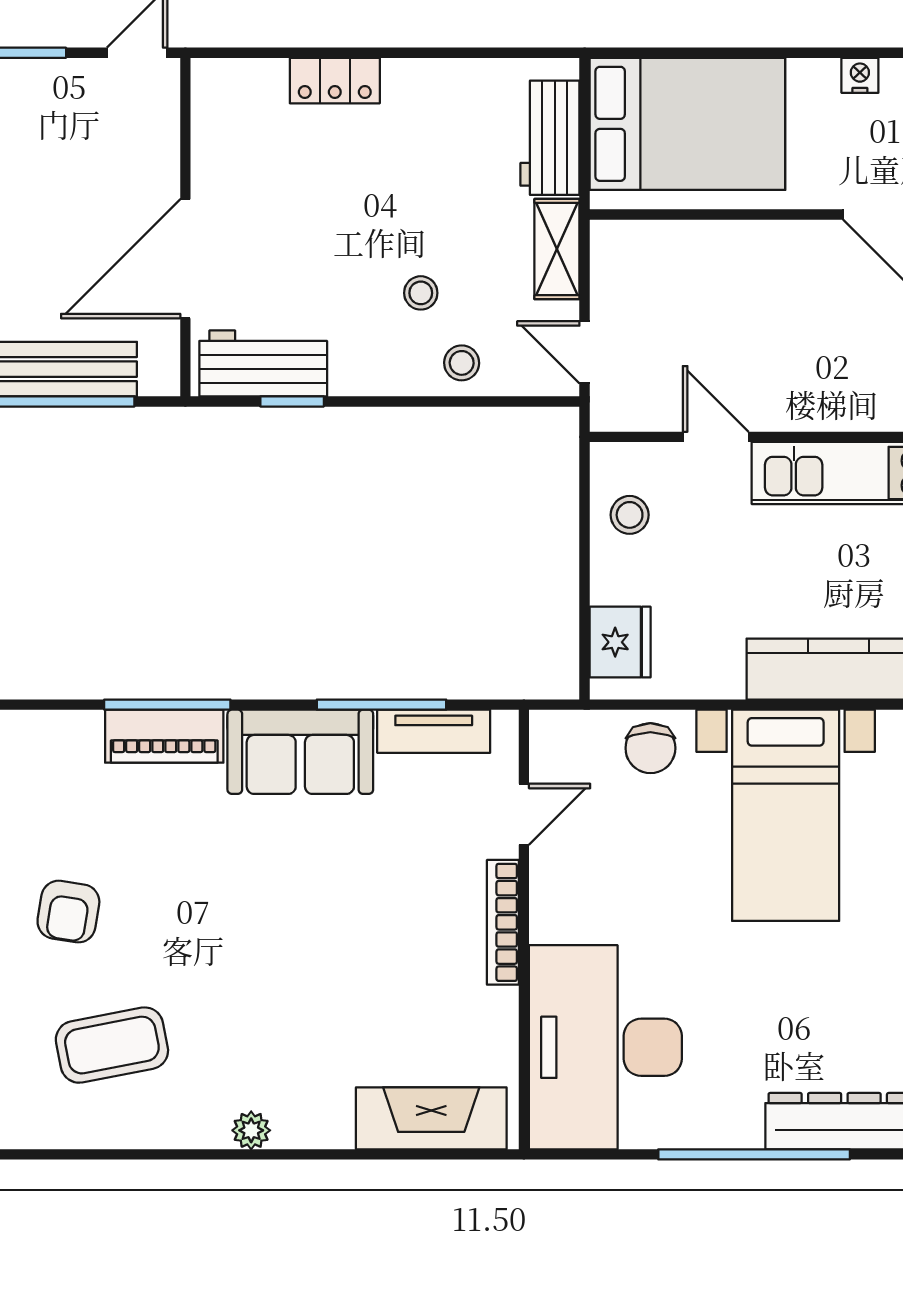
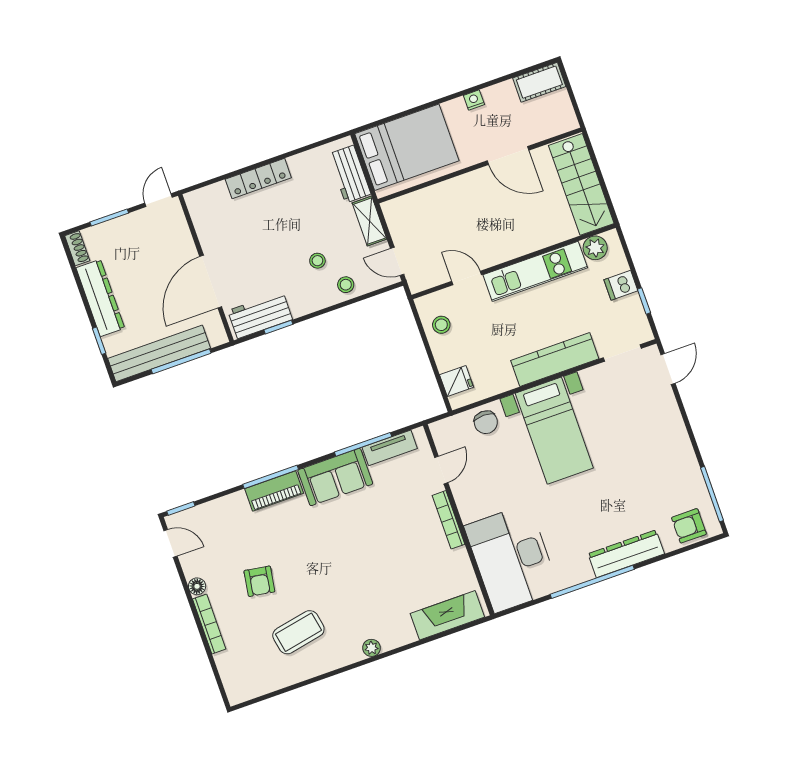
locker: (335, 81) -> (258, 178), width x1.53
fridge: (620, 642) -> (457, 381), width x0.72

